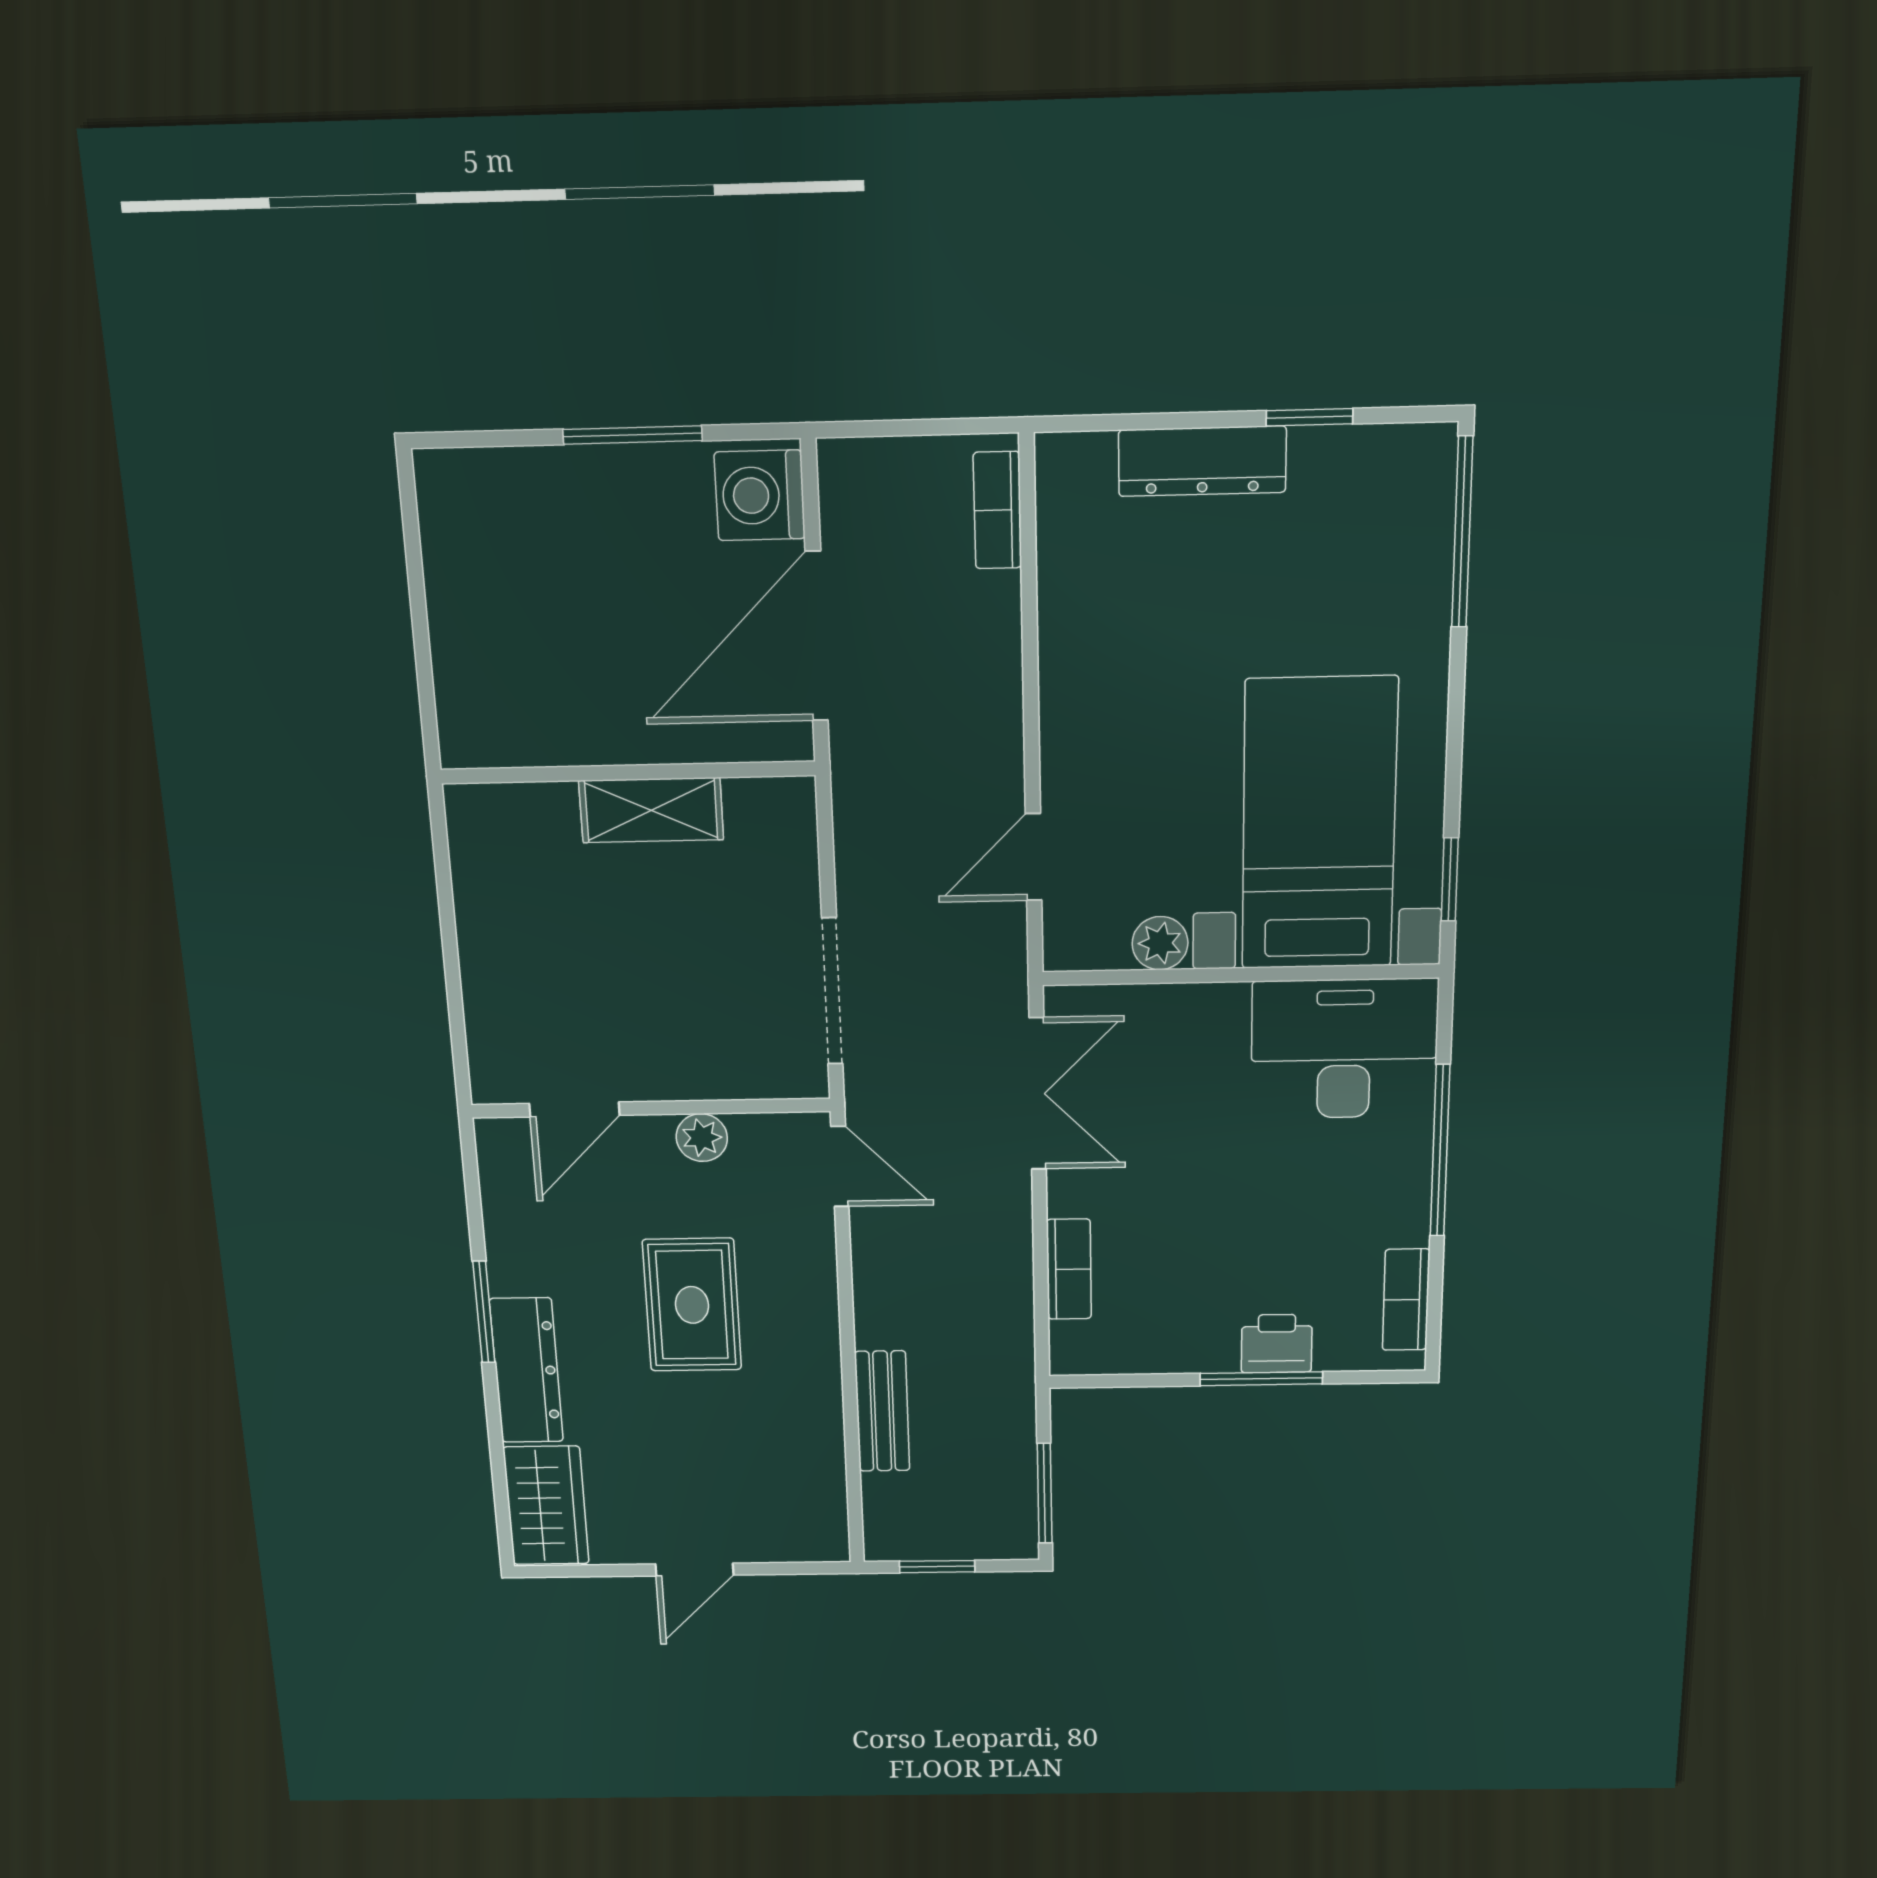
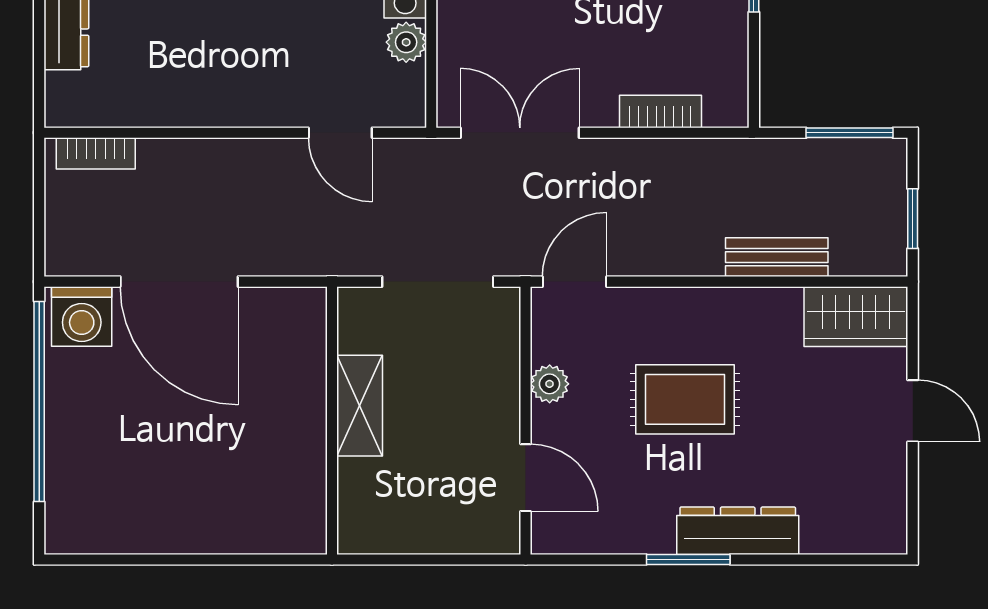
window: (633, 435) -> (39, 401), width x2.11
wall: (628, 772) -> (332, 421), moved
shelving: (651, 810) -> (360, 406), moved
wardrobe: (546, 1505) -> (856, 317), moved, turned 180

